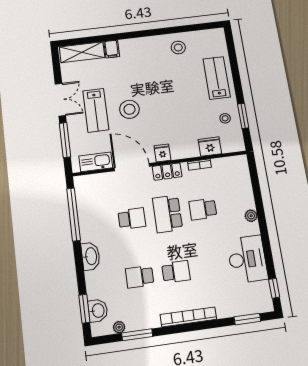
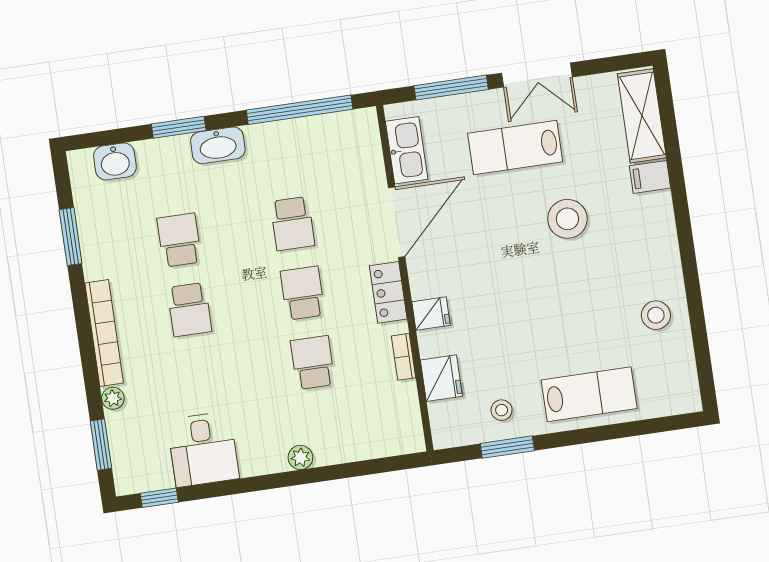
stool: (129, 109) -> (567, 219), moved
fridge: (162, 153) -> (431, 314), moved
school desk: (167, 214) -> (303, 293), width x0.54
desk: (247, 259) -> (203, 449), width x0.73
window: (84, 309) -> (179, 127), moved
plant: (119, 327) -> (113, 398), moved

